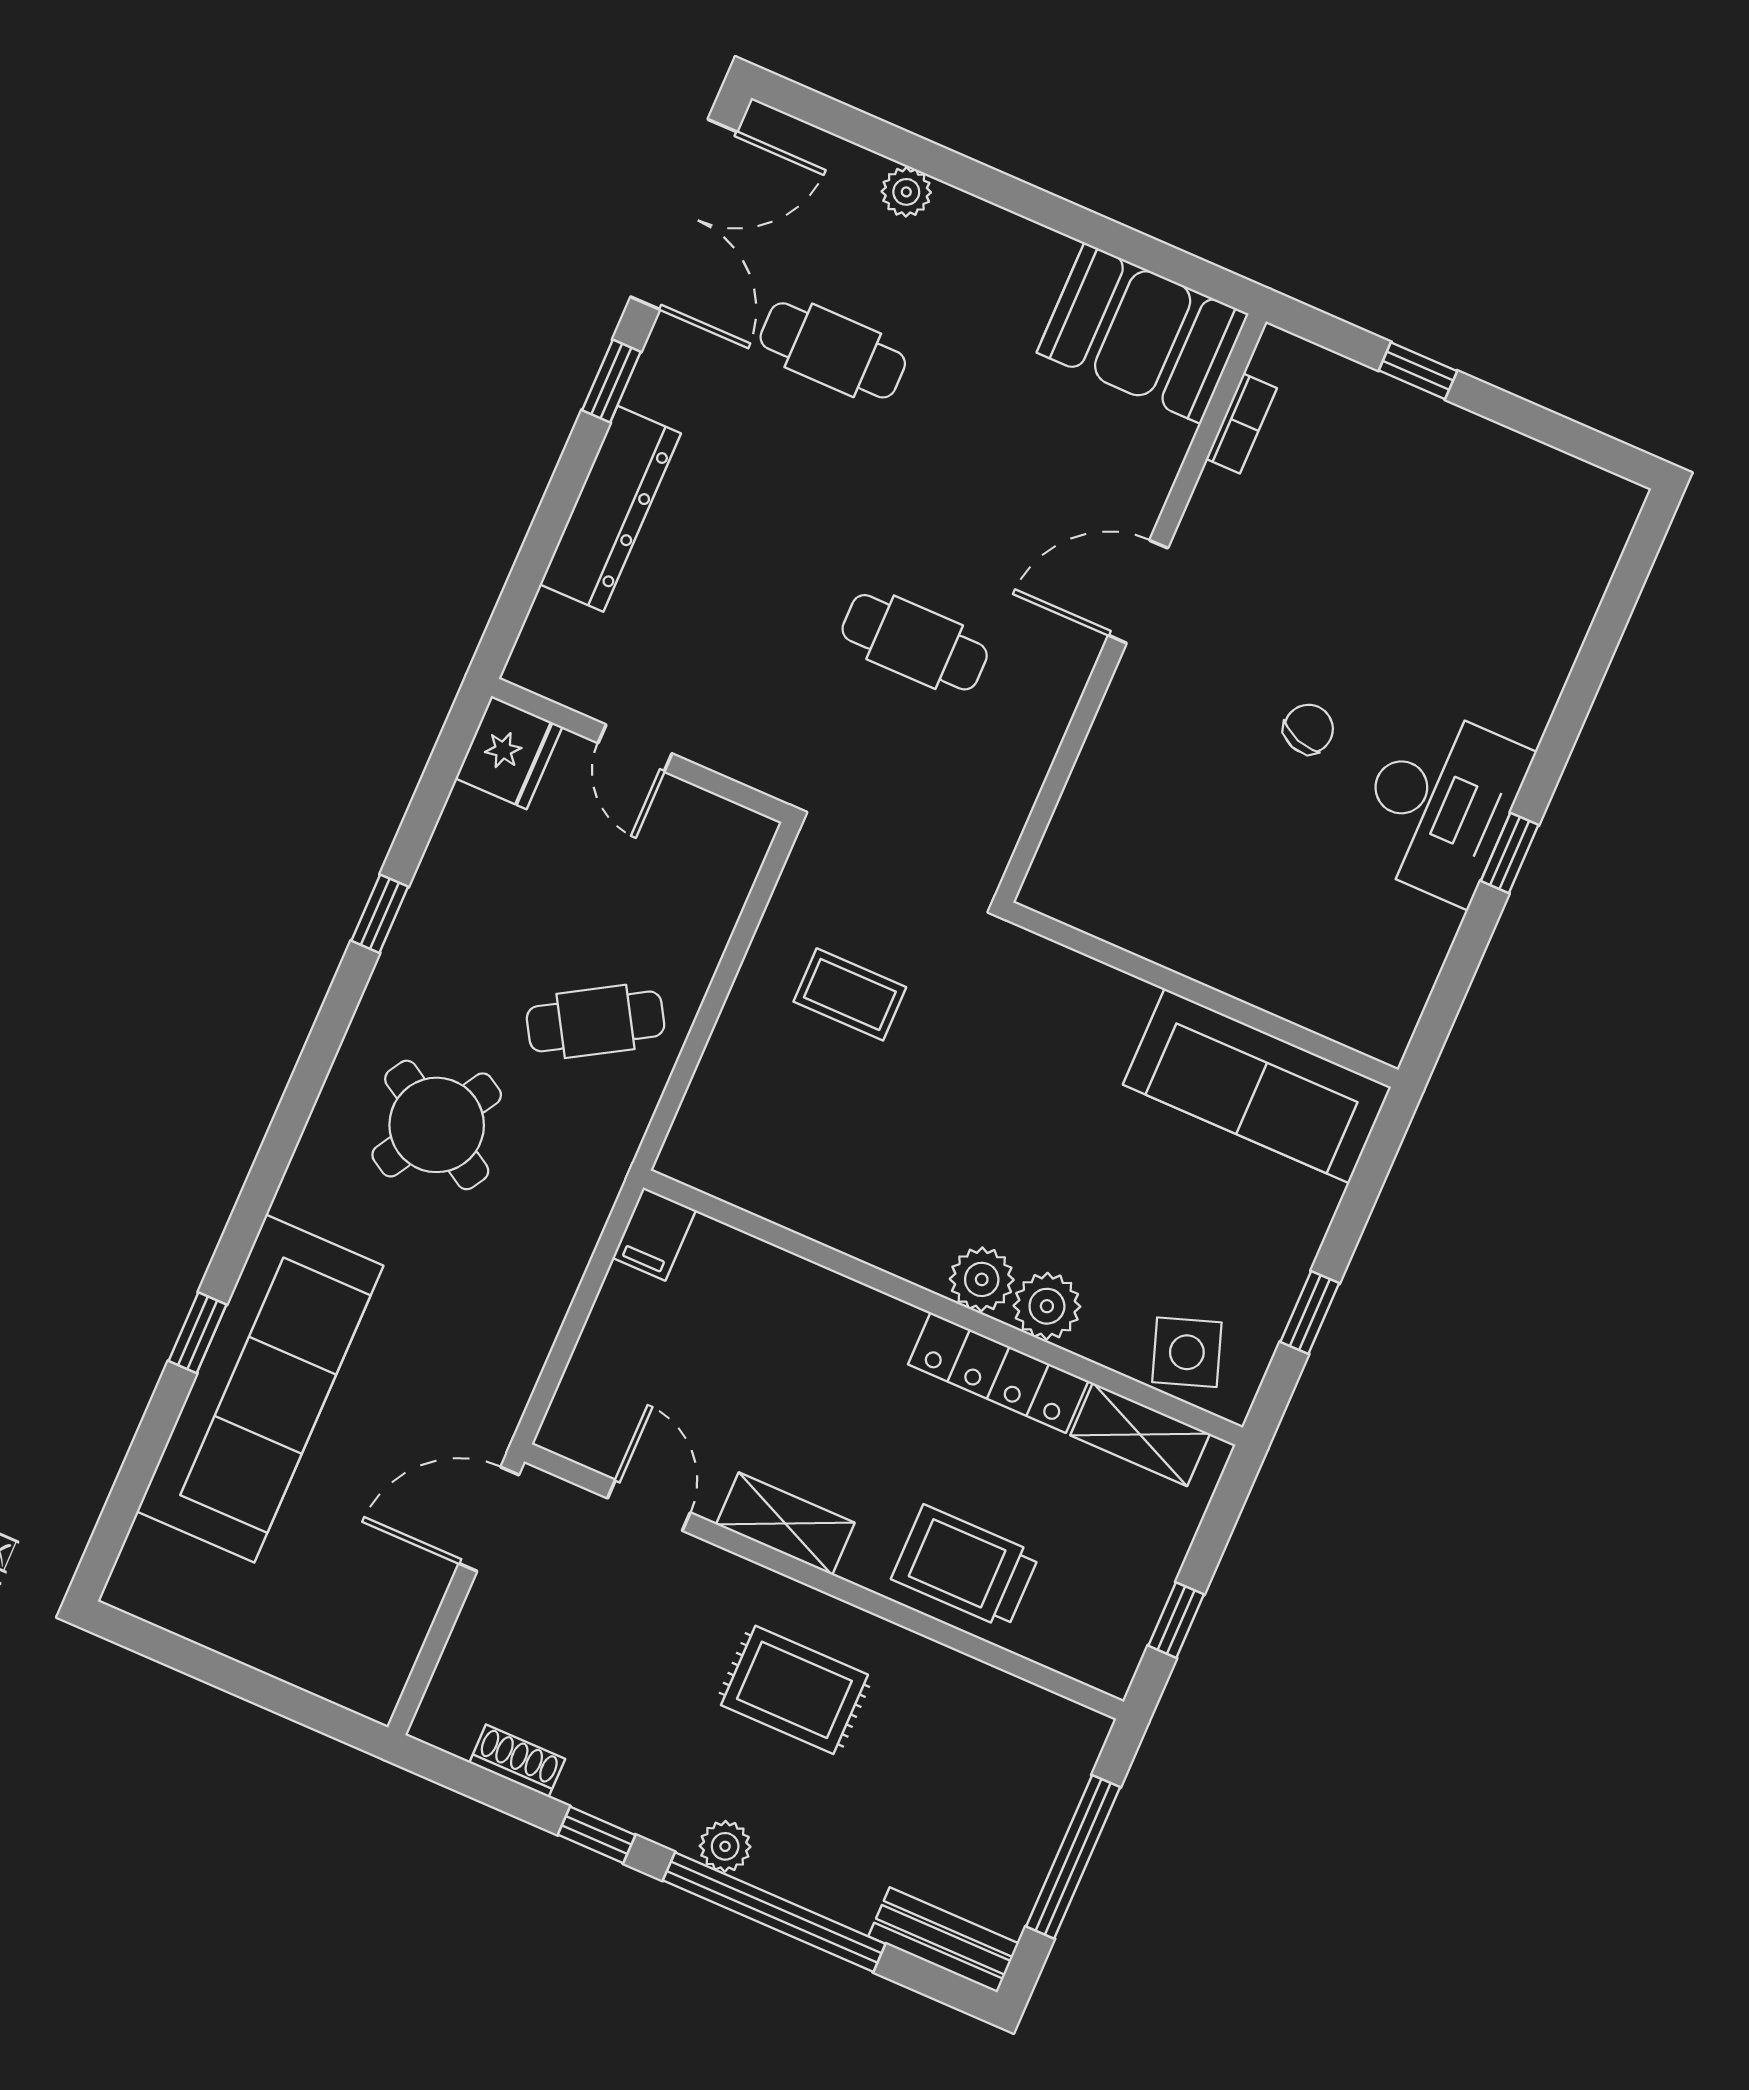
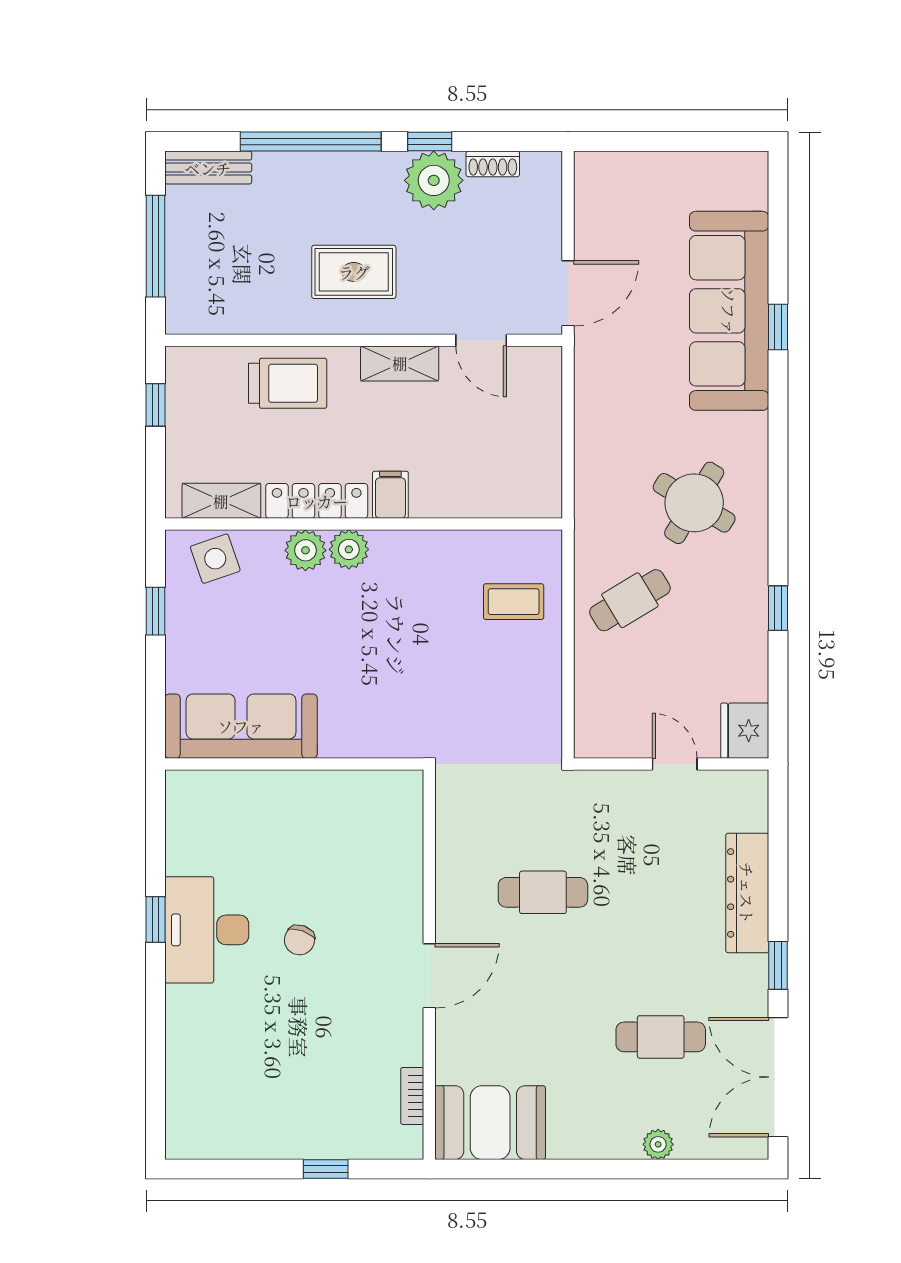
coffee table: (850, 994) -> (514, 602), moved
filing cabinet: (654, 1234) -> (390, 495), moved
plant: (725, 1846) -> (434, 180), moved, width x1.88, depth x1.88

